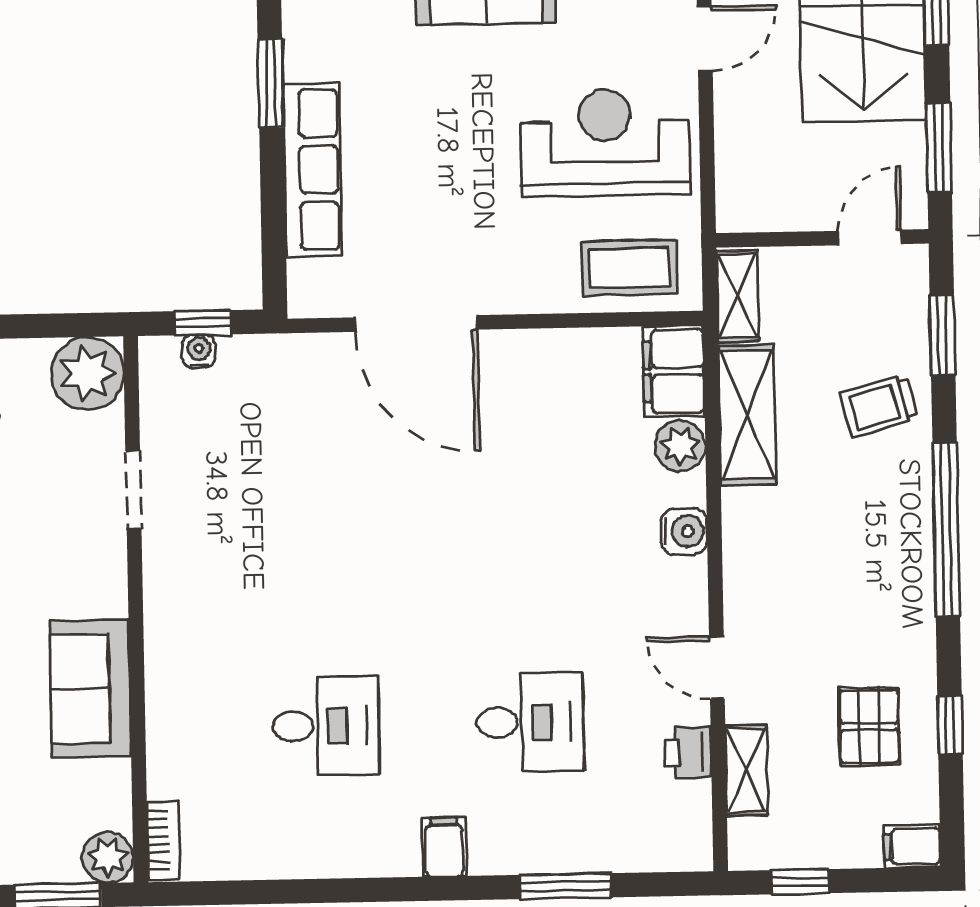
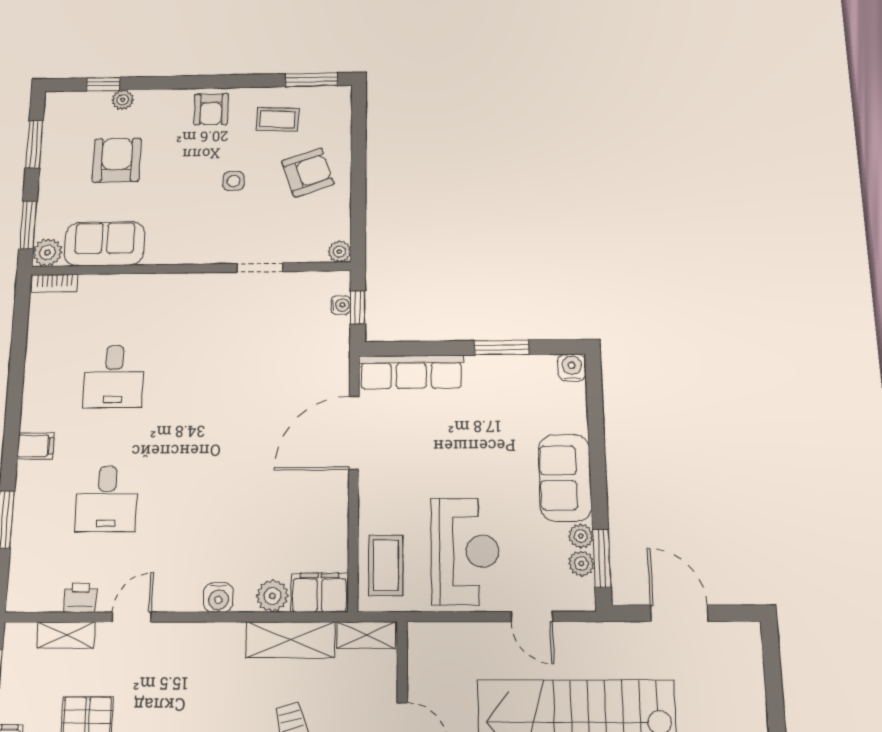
row of seats: (312, 170) -> (411, 372), moved
plant: (88, 373) -> (339, 252), width x0.53, depth x0.53
sofa: (90, 688) -> (104, 244), moved

